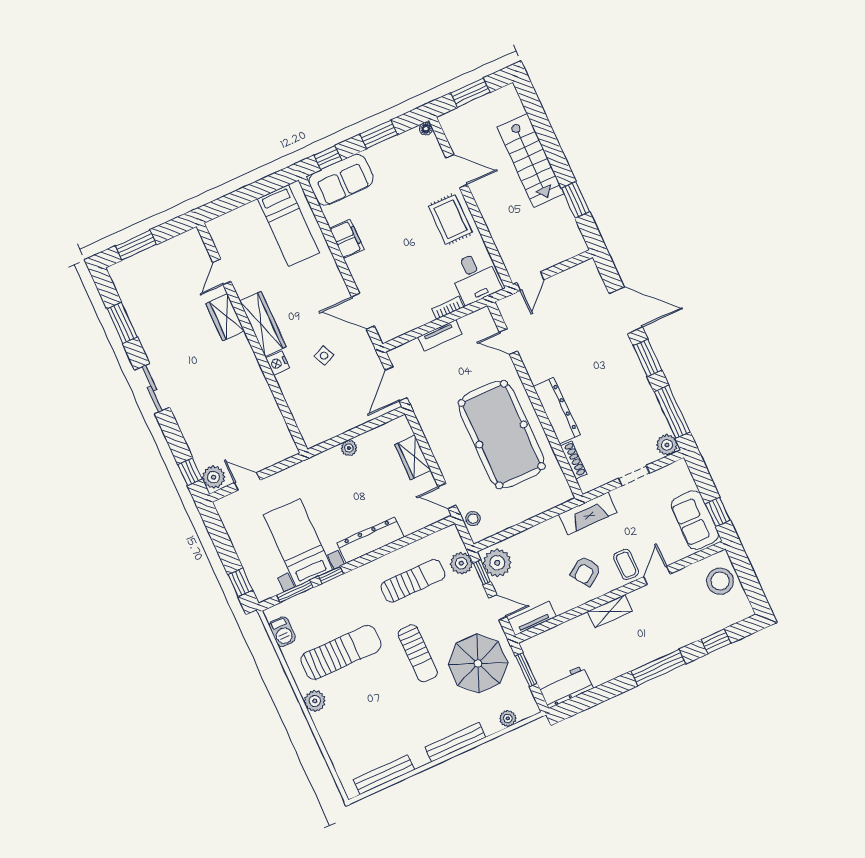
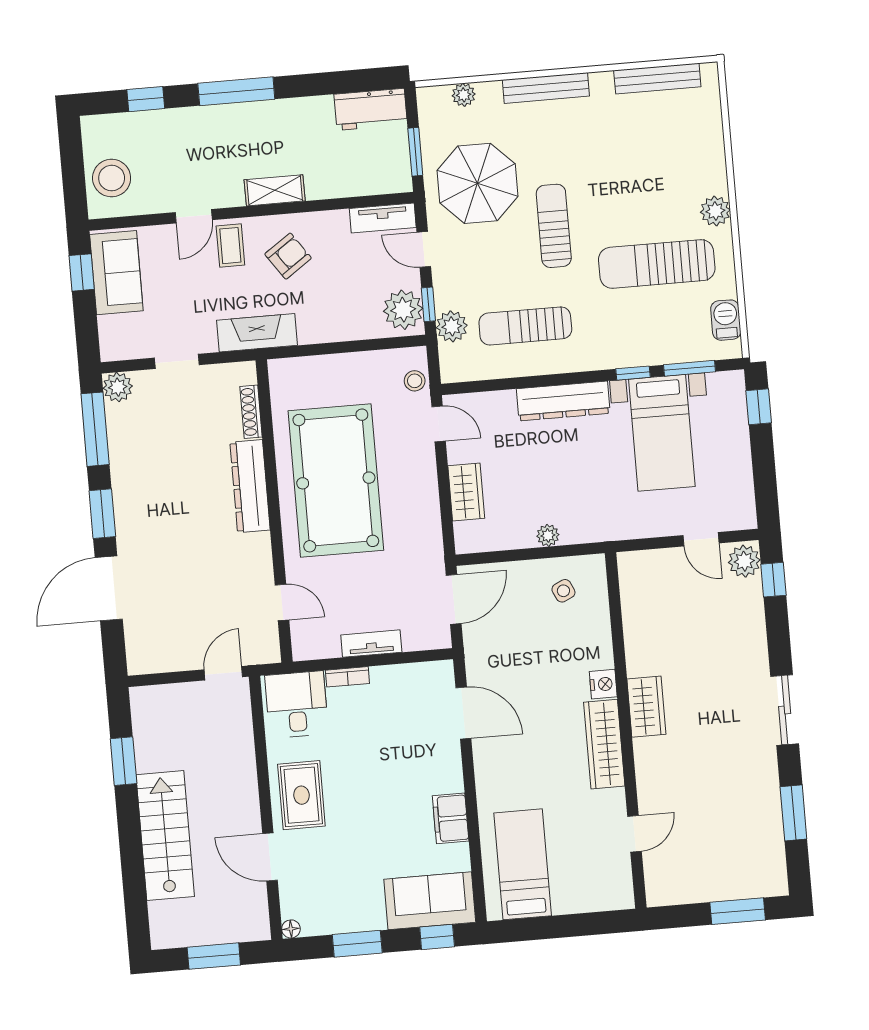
door: (626, 310) -> (109, 588), hinge flipped
wardrobe: (225, 317) -> (646, 707), moved
side table: (324, 356) -> (563, 591), moved

